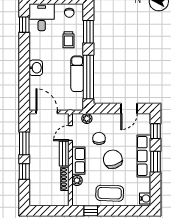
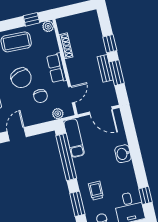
exam couch: (77, 74) -> (74, 138), moved
bench: (64, 154) -> (105, 68), moved
plant: (77, 180) -> (48, 26), moved

